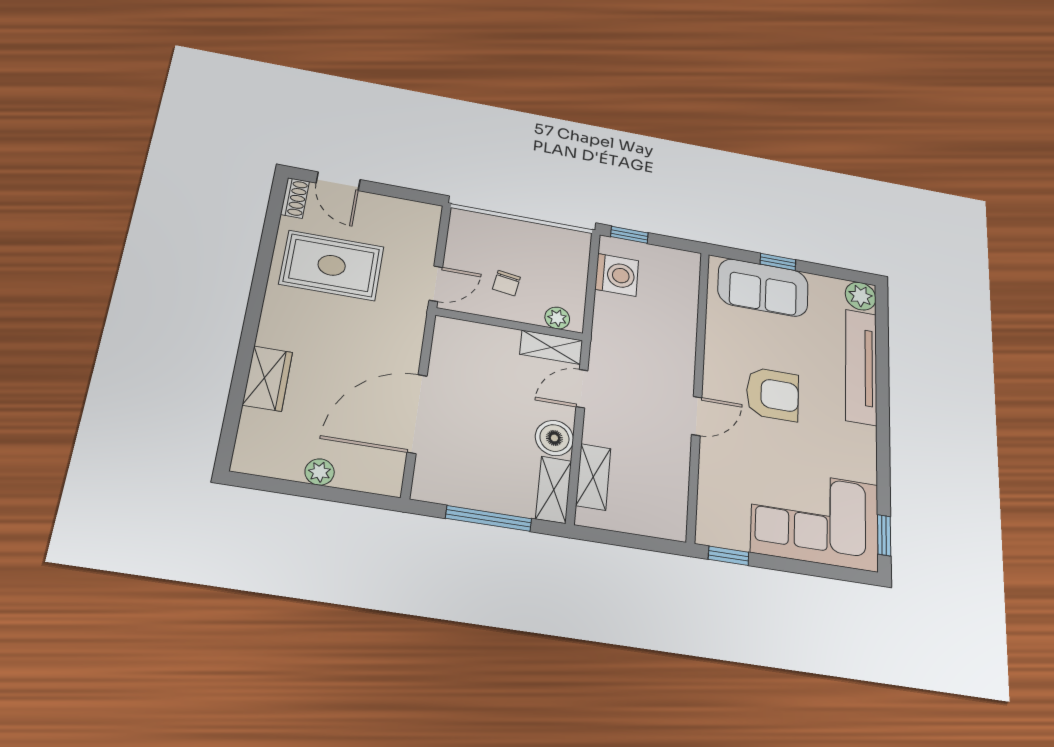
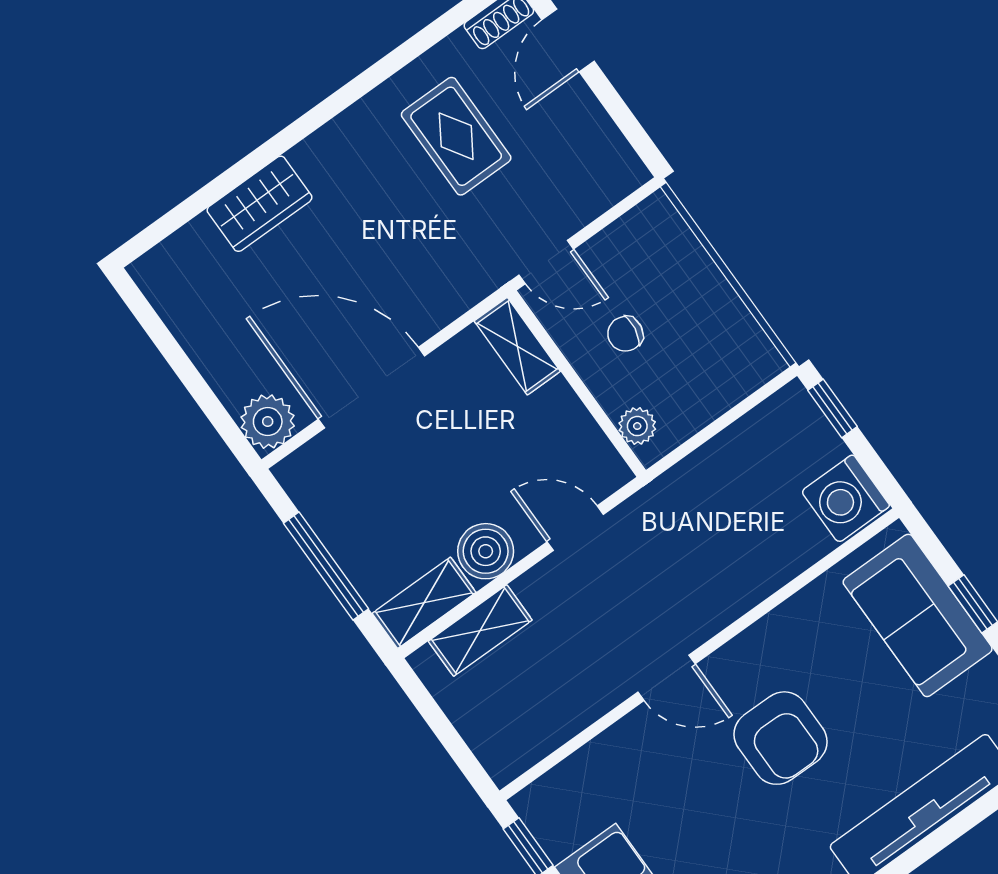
rug: (332, 265) -> (456, 136), width x0.73, depth x0.70
washing machine: (617, 275) -> (846, 499), moved, turned 90
shelving: (551, 347) -> (517, 346), moved
plant: (320, 472) -> (268, 422), moved, width x1.38, depth x1.38

